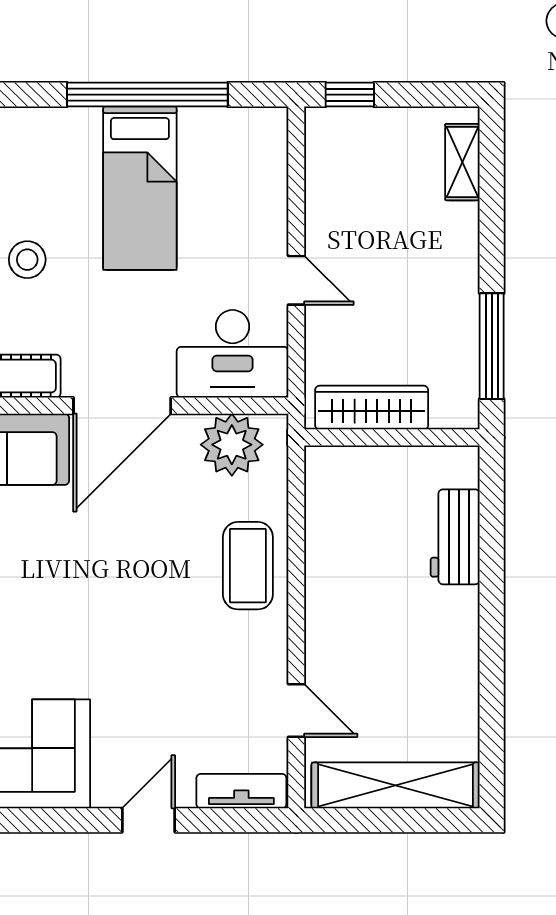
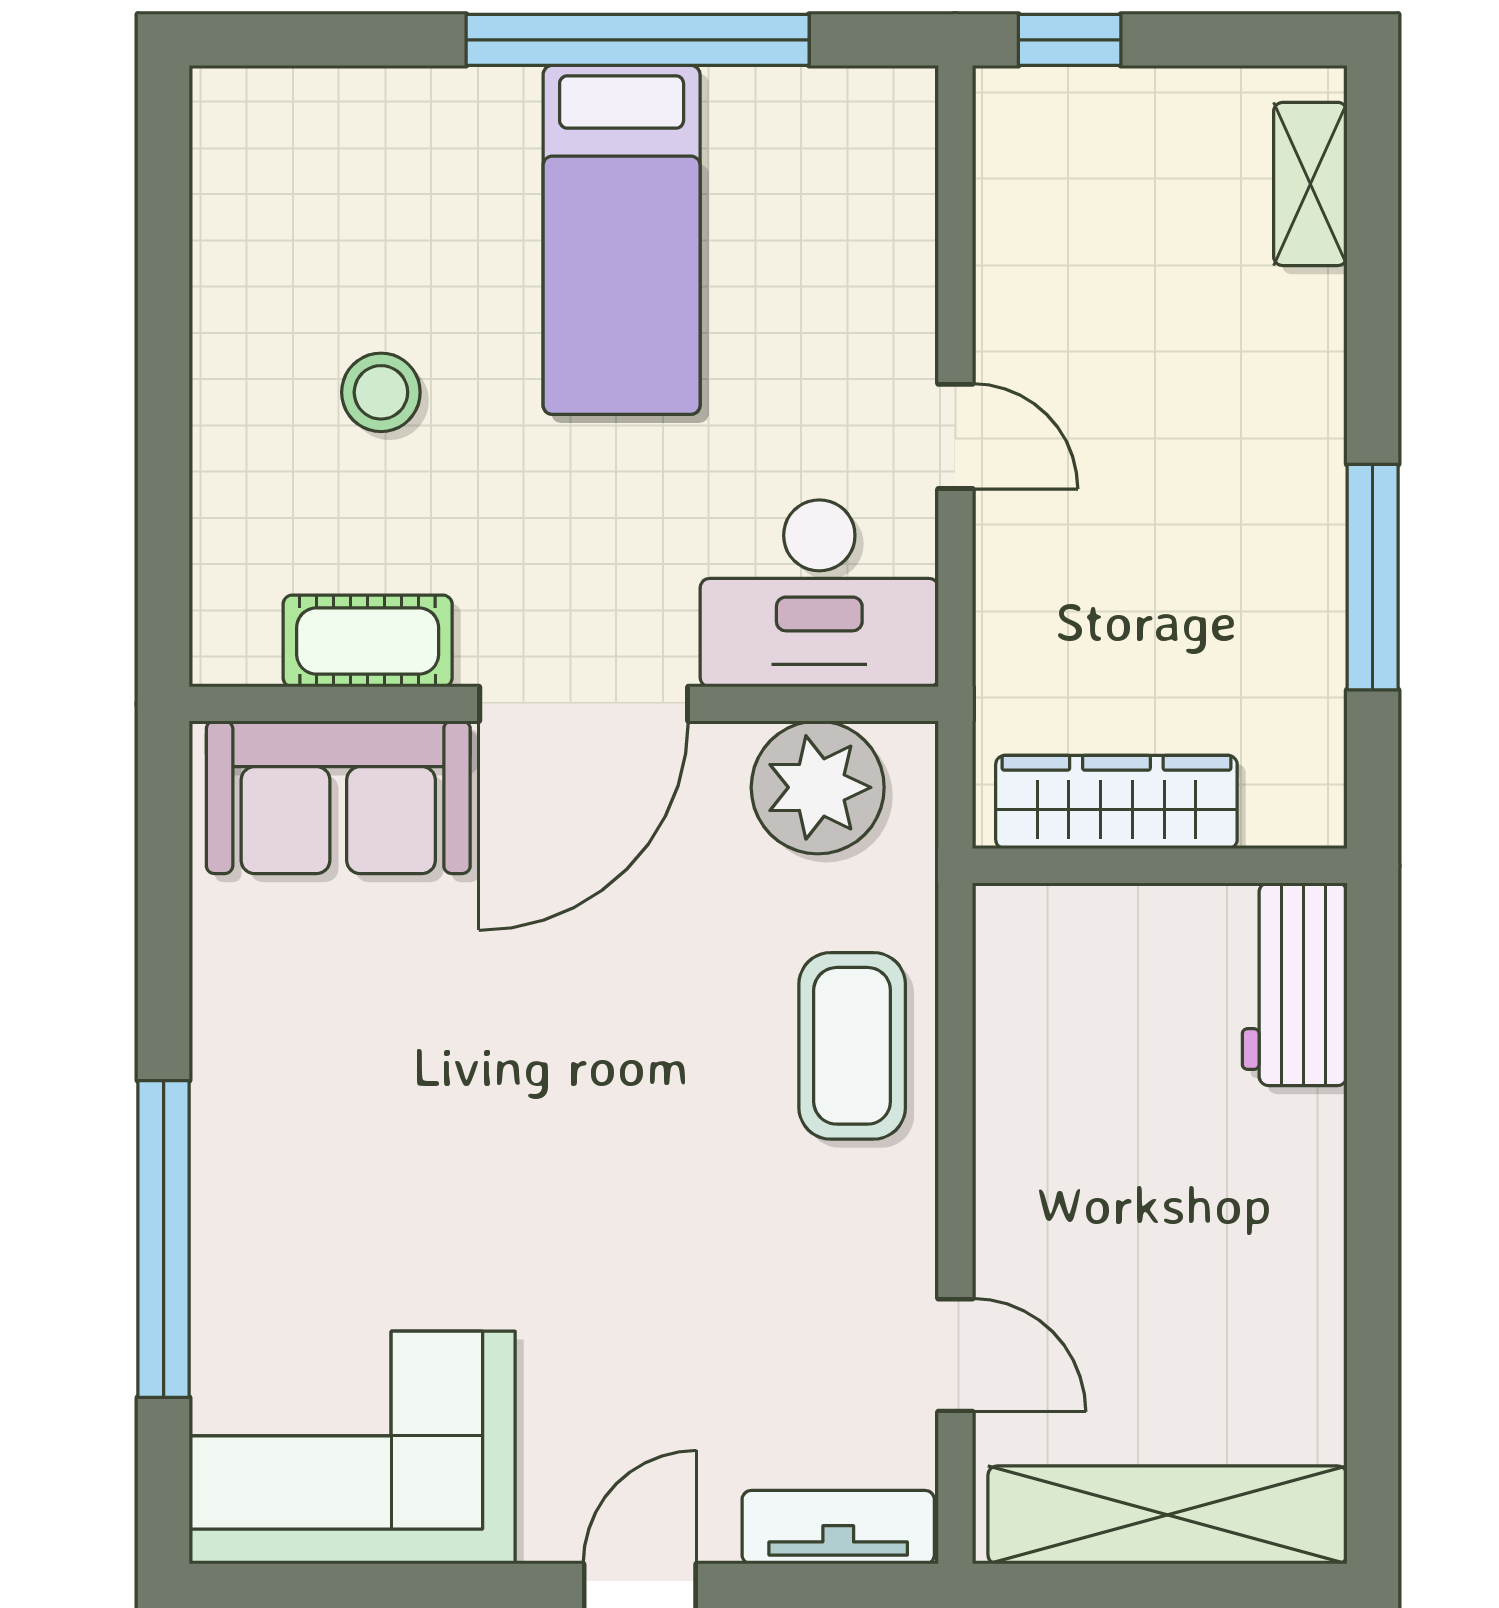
wardrobe: (372, 408) -> (1116, 802), moved
wall: (392, 437) -> (1160, 866), moved

